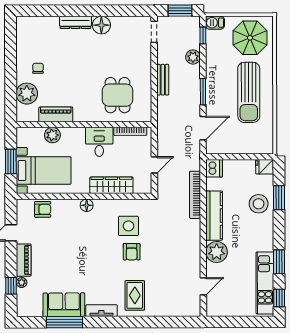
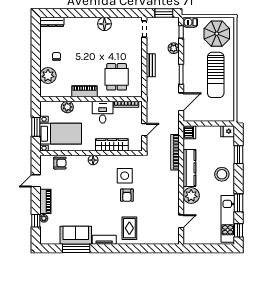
dresser: (75, 22) -> (52, 22), moved
piano: (56, 114) -> (85, 91), moved
stool: (259, 204) -> (222, 174), moved

